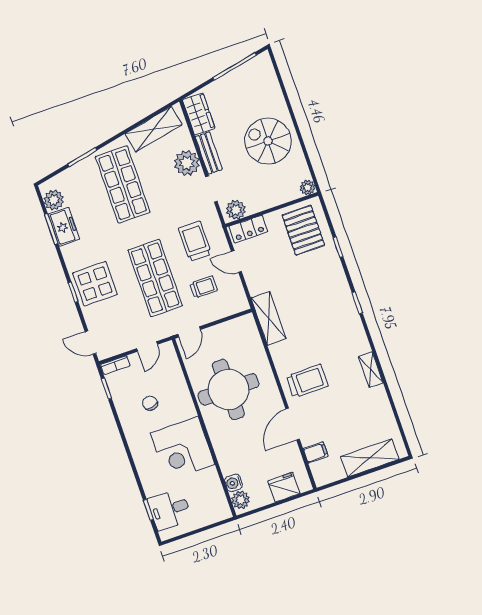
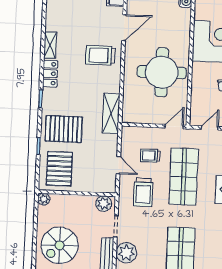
spiral stairs: (268, 141) -> (60, 245), turned 90
locker: (248, 229) -> (50, 74), moved, turned 90
pallet: (316, 278) -> (64, 129), added

